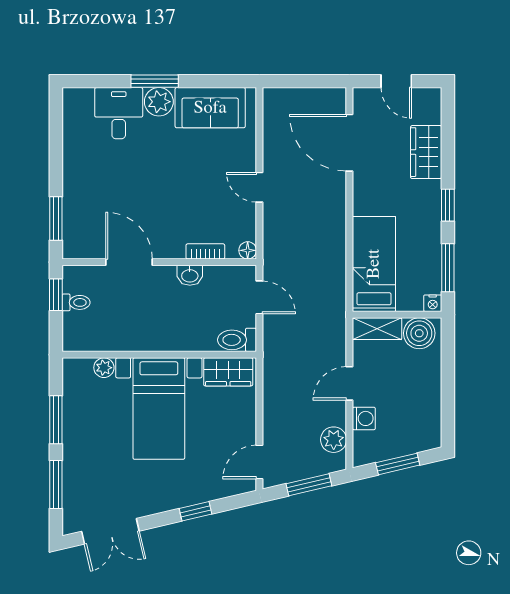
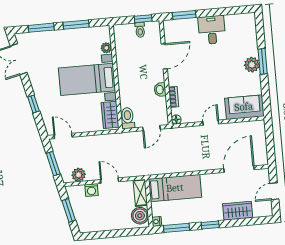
sofa: (210, 108) -> (244, 107), moved, turned 90
desk: (119, 113) -> (212, 30), moved, turned -90

